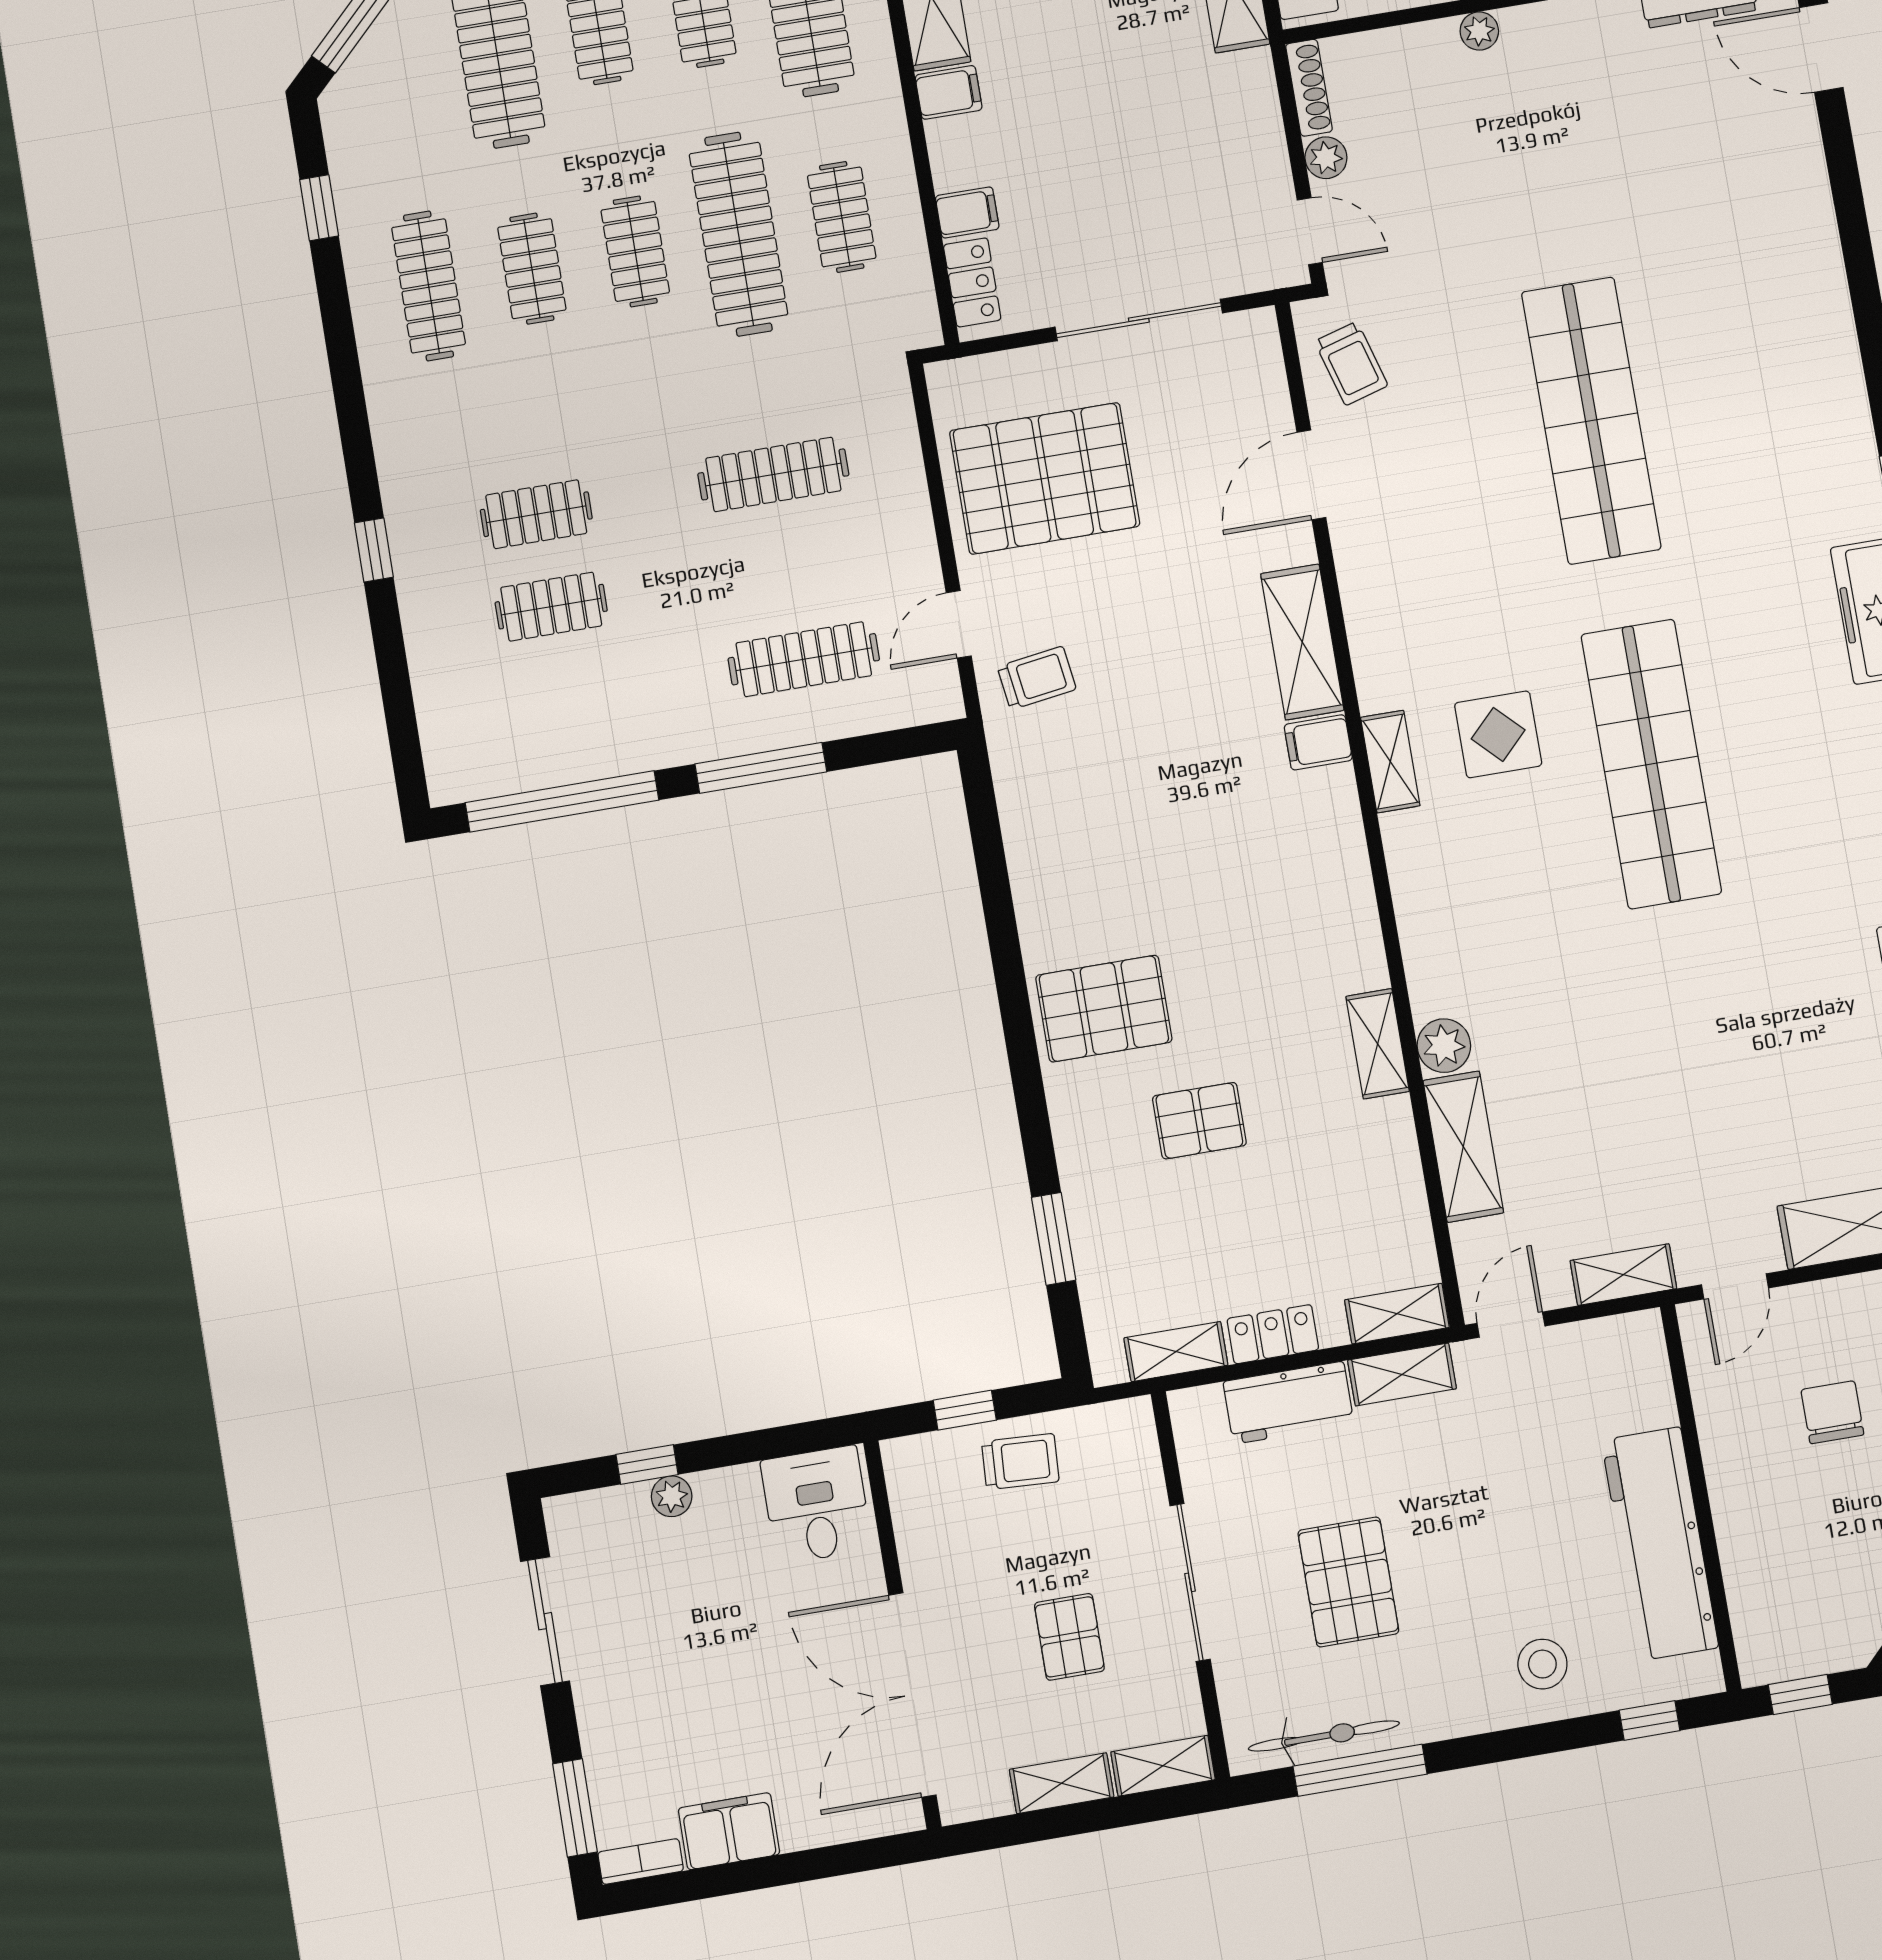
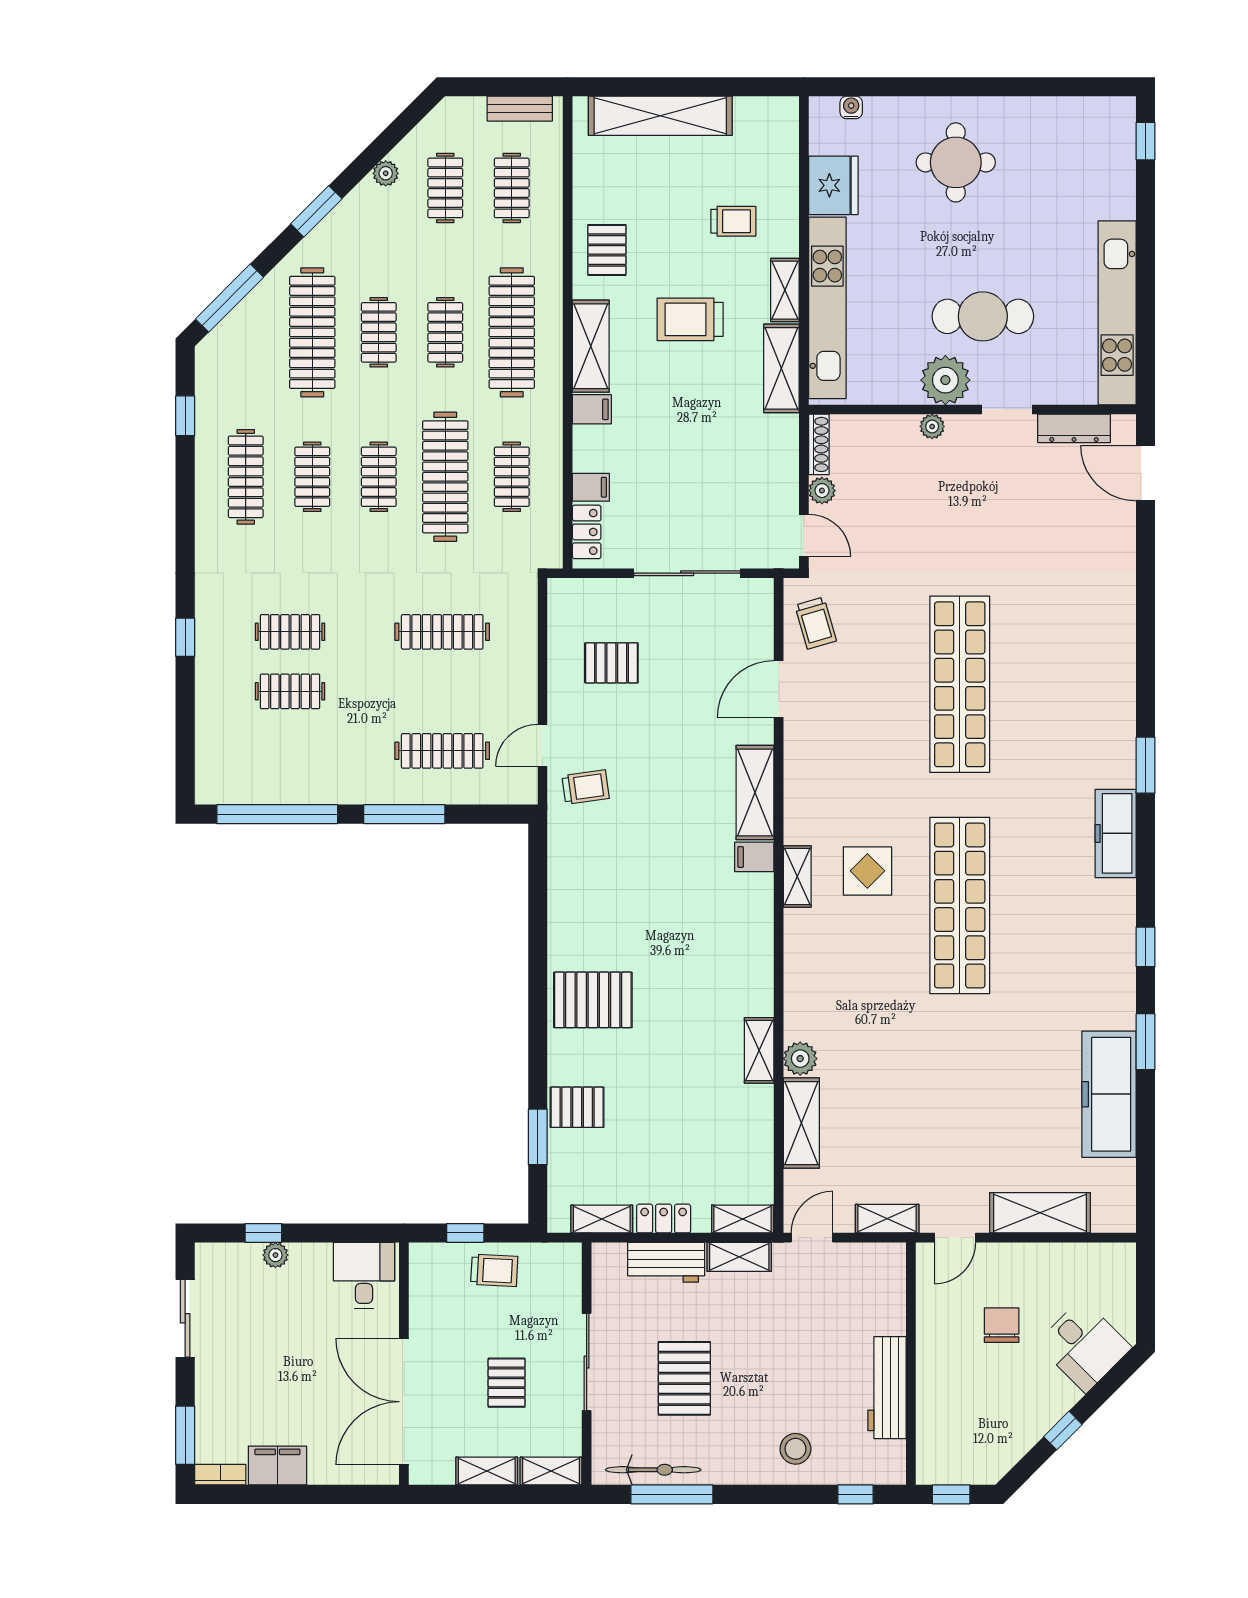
pallet: (1045, 478) -> (611, 663), width x0.49, depth x0.50
pallet: (1199, 1121) -> (577, 1107), moved
workbench: (1660, 1544) -> (887, 1388), width x0.73, depth x0.76

